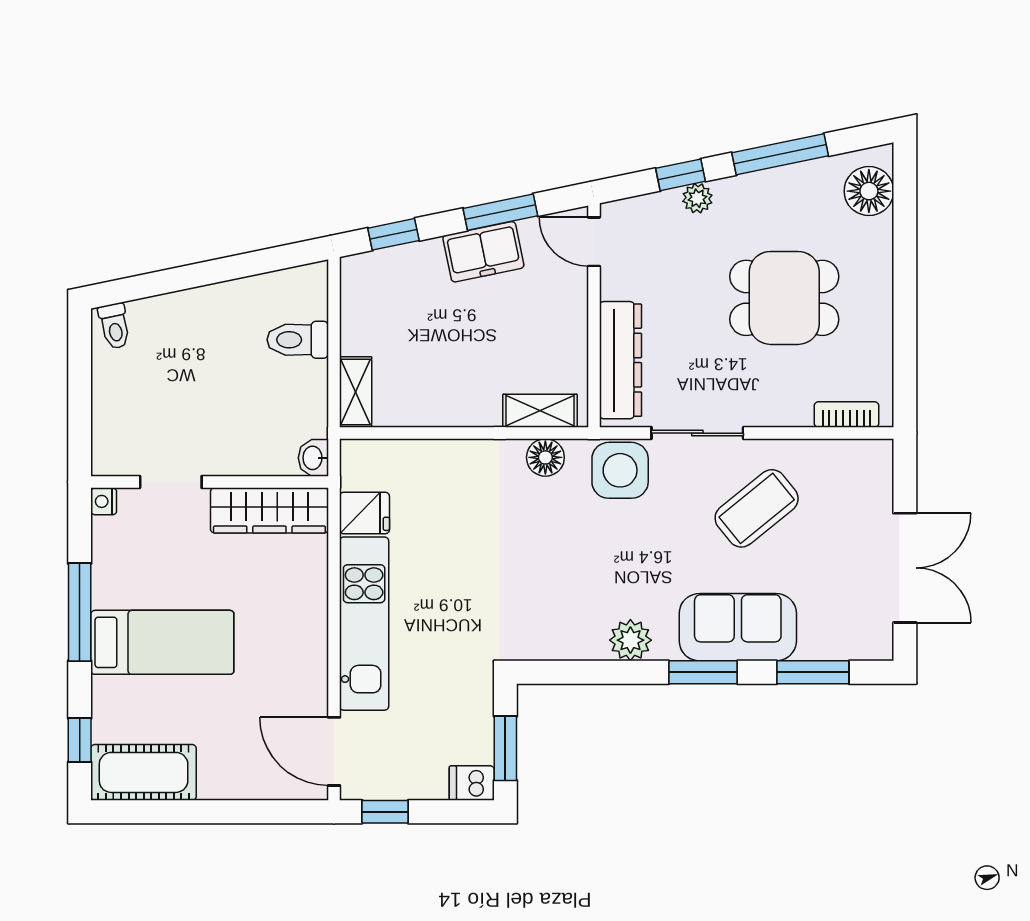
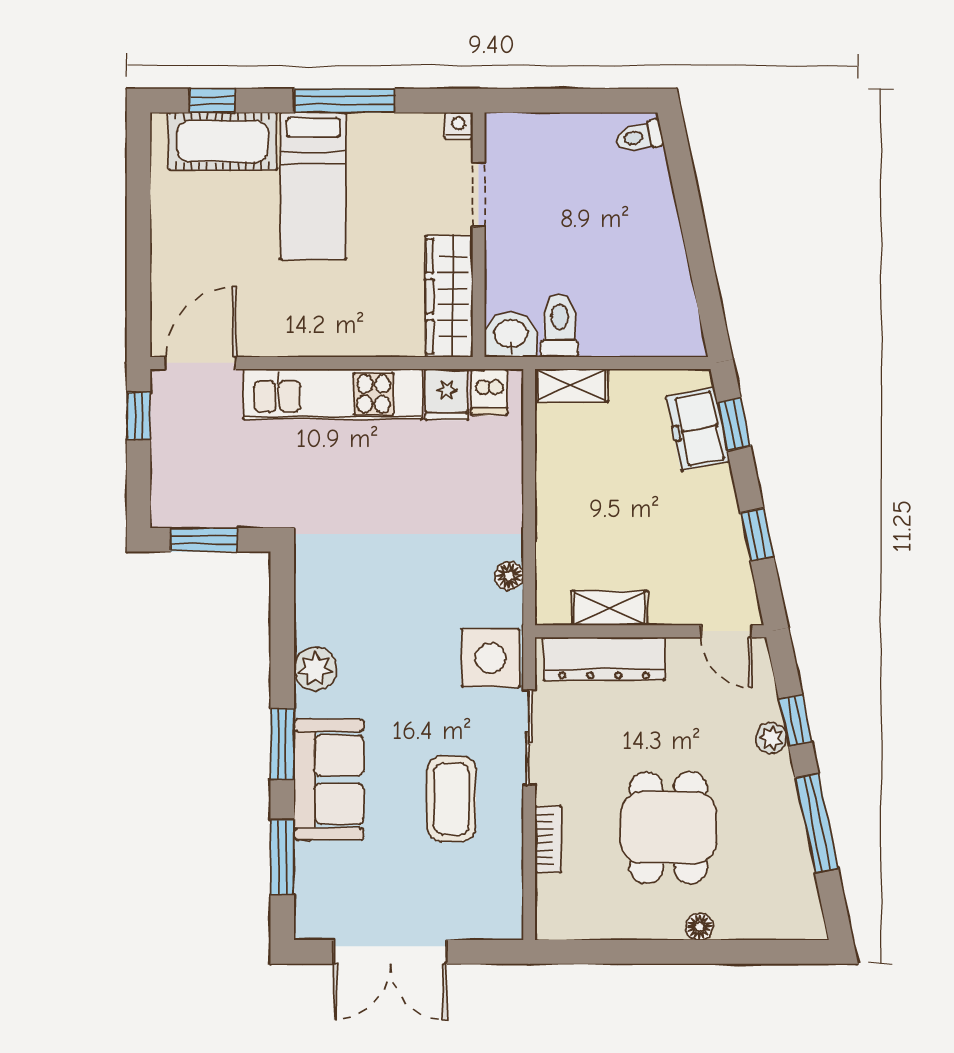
floor lamp: (869, 191) -> (699, 927), moved, width x0.53, depth x0.53
window: (500, 212) -> (757, 535), width x0.67
door: (594, 242) -> (726, 631), swing flipped
freezer: (483, 252) -> (698, 429), moved
toilet: (298, 340) -> (559, 326), moved
shelving: (540, 411) -> (610, 608), moved, turned 90
bookcase: (846, 415) -> (548, 840), moved
floor lamp: (545, 457) -> (509, 576), width x0.73, depth x0.73
washbasin: (313, 458) -> (511, 335), width x1.38, depth x1.45
coffee table: (757, 508) -> (451, 799), turned 39
cot: (144, 772) -> (223, 141), moved, turned 90
dishwasher: (472, 783) -> (489, 392), moved, turned 180

